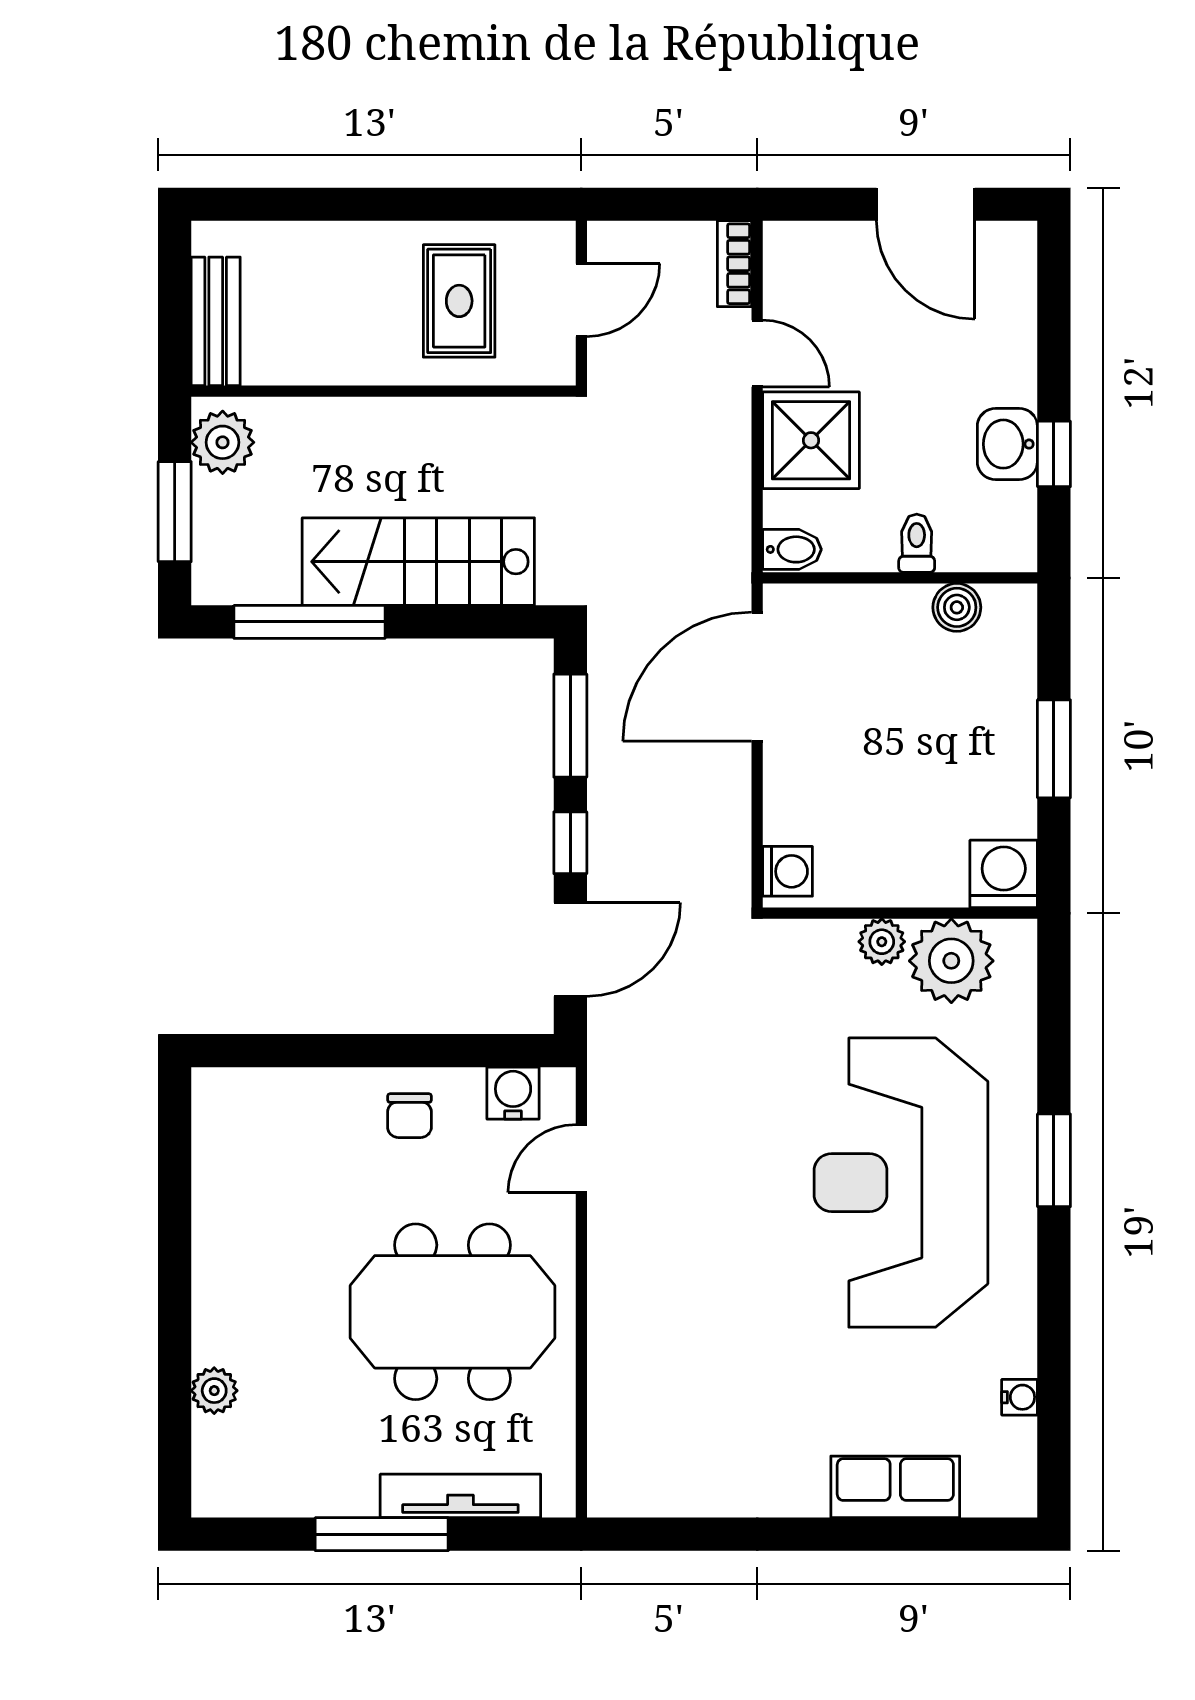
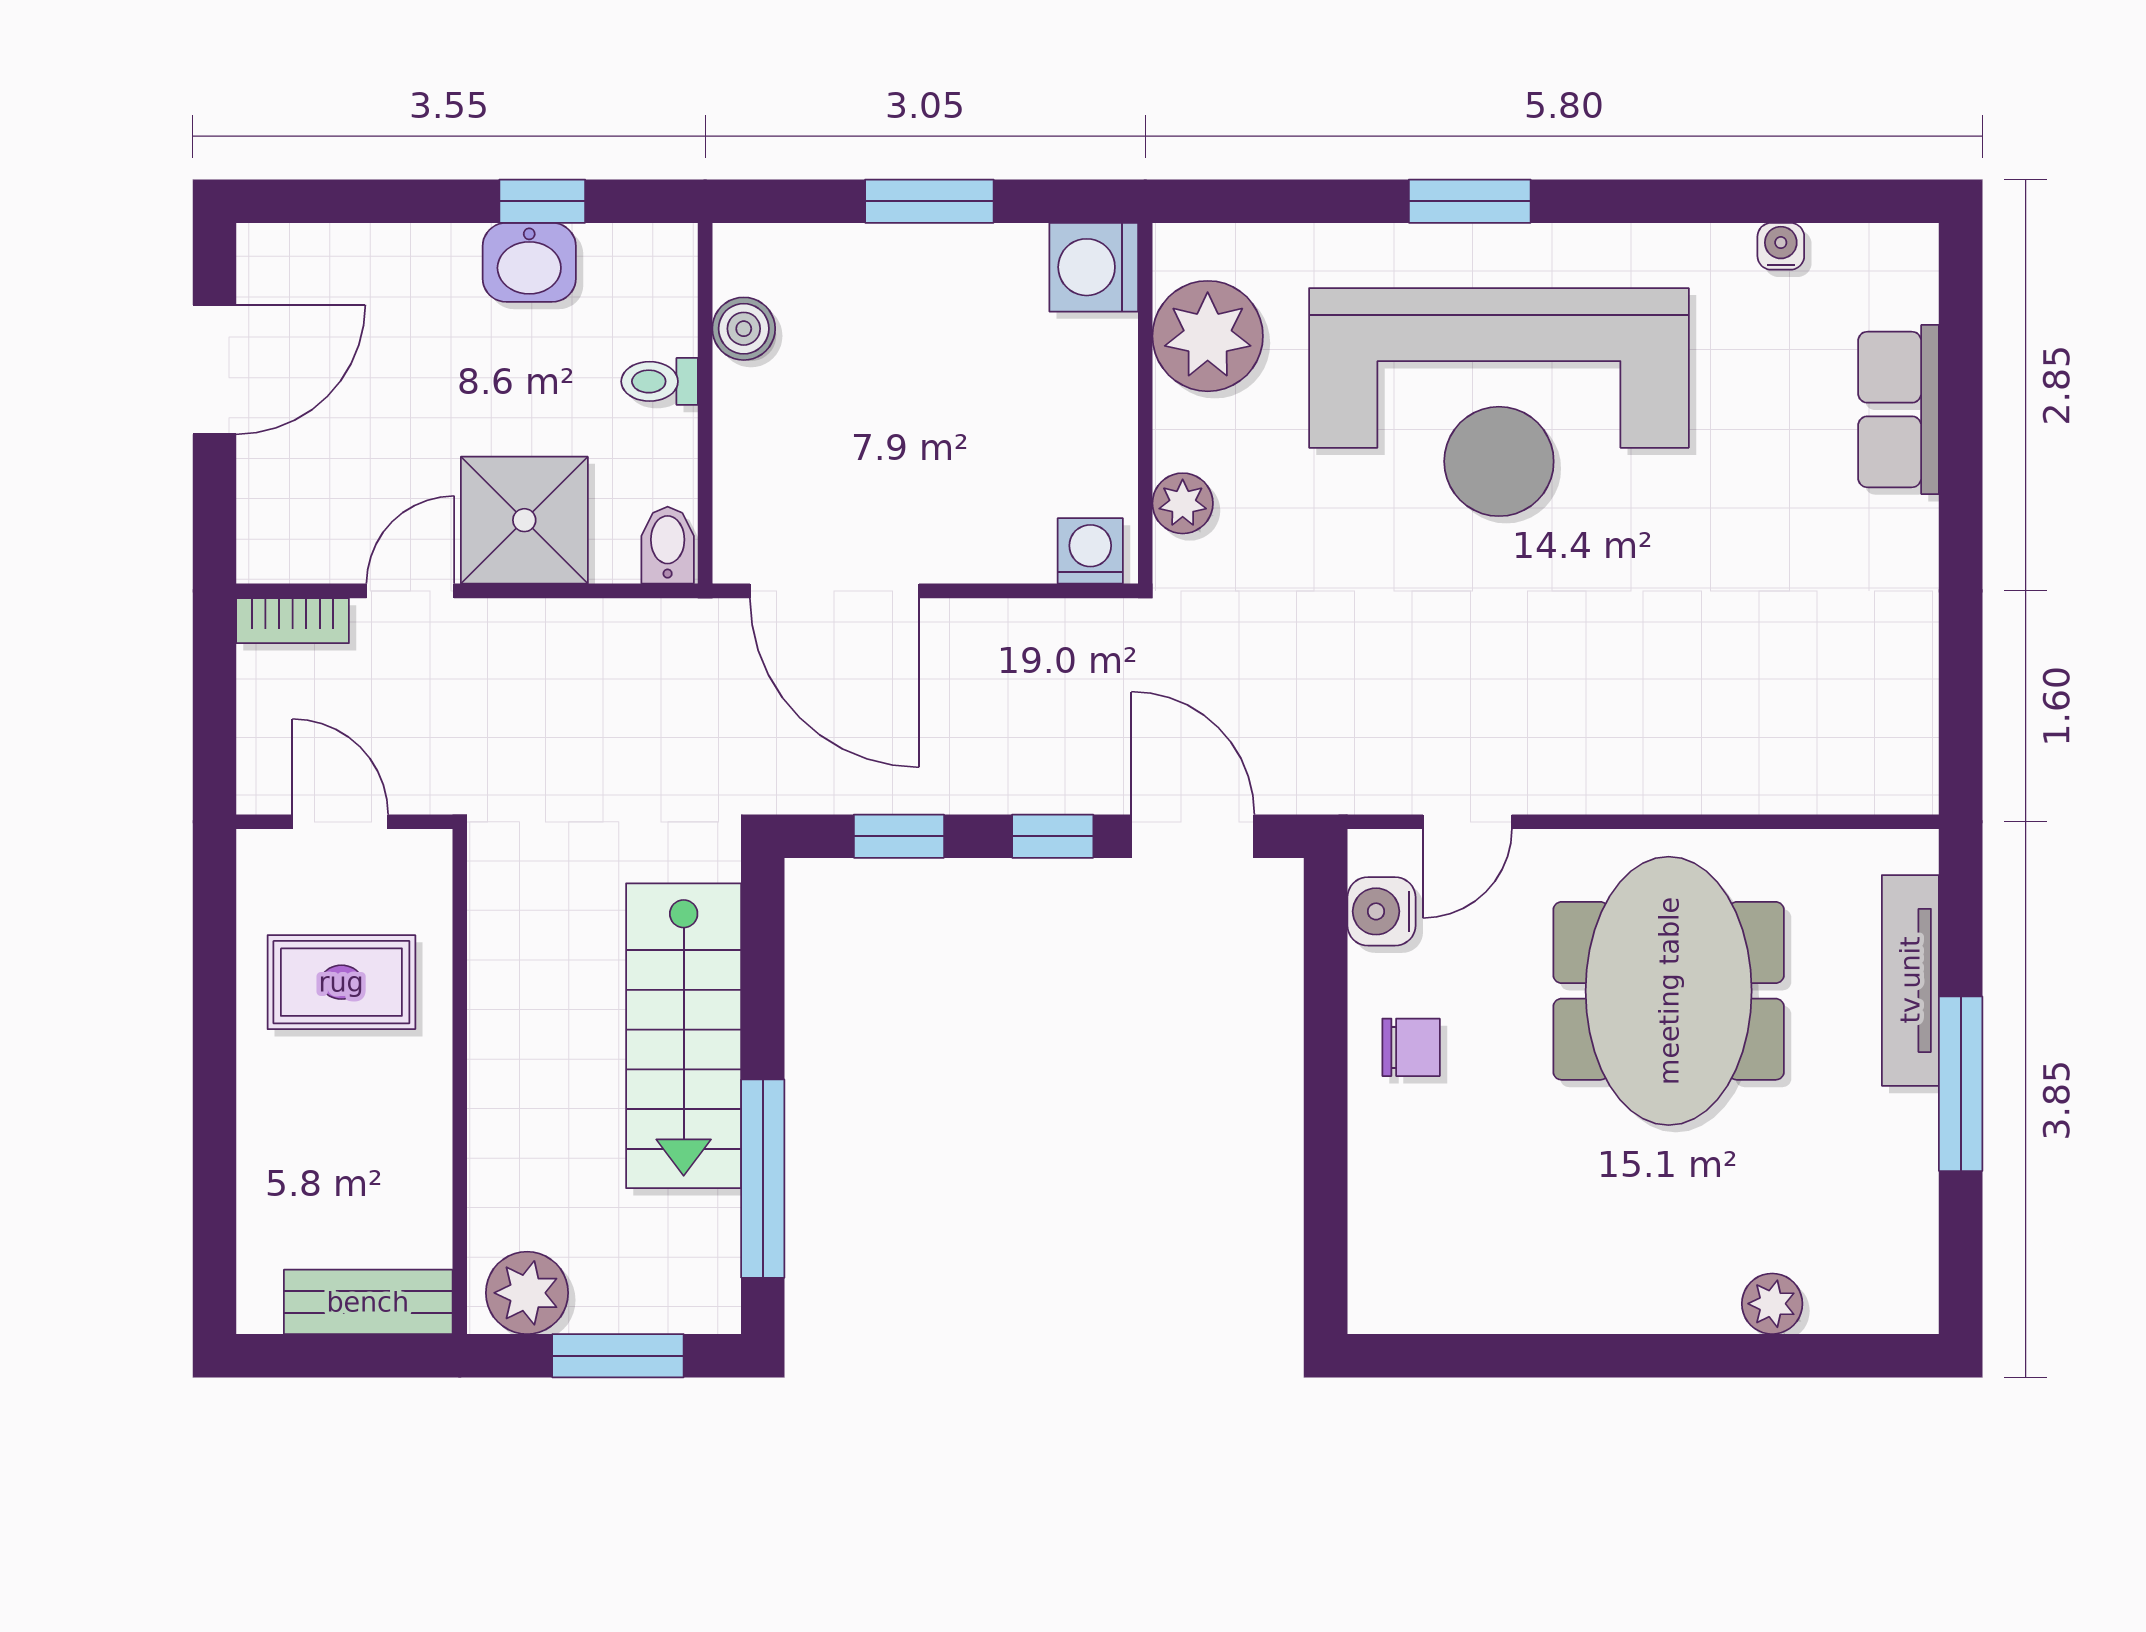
window: (570, 726) -> (899, 836), width x0.67
plant: (882, 942) -> (1183, 503), moved
door: (581, 1158) -> (1467, 822), hinge flipped

